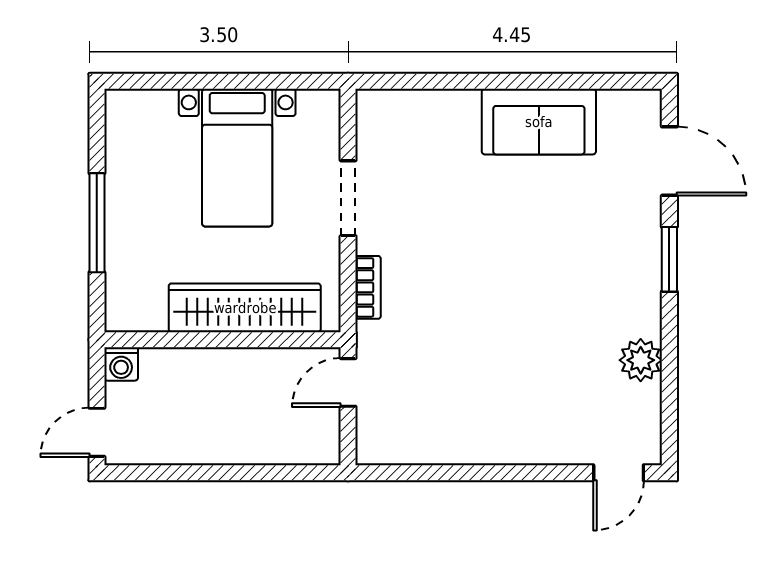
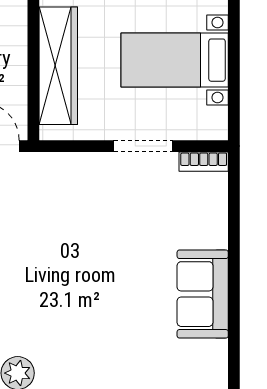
bookcase: (368, 287) -> (204, 162), moved

